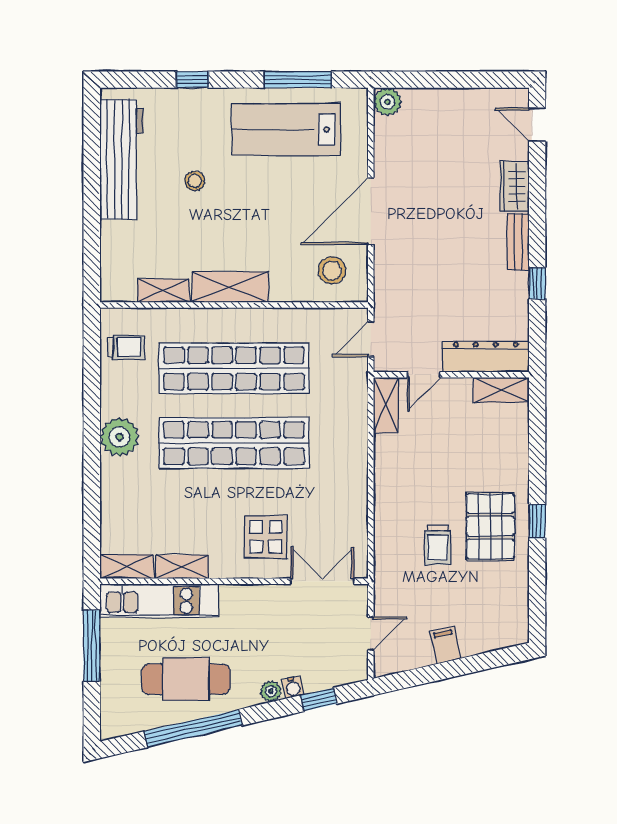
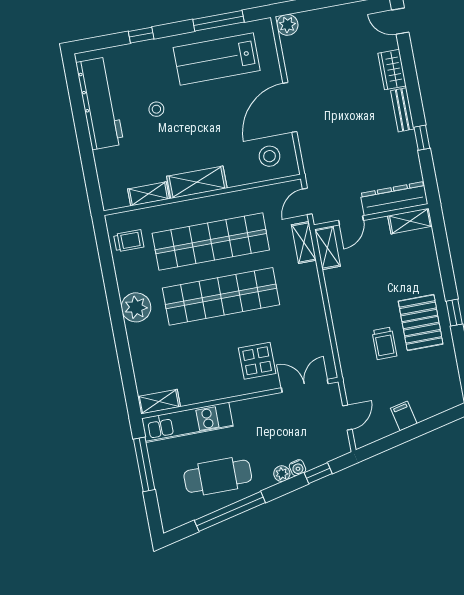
shelving: (182, 567) -> (304, 243), moved, turned 90

